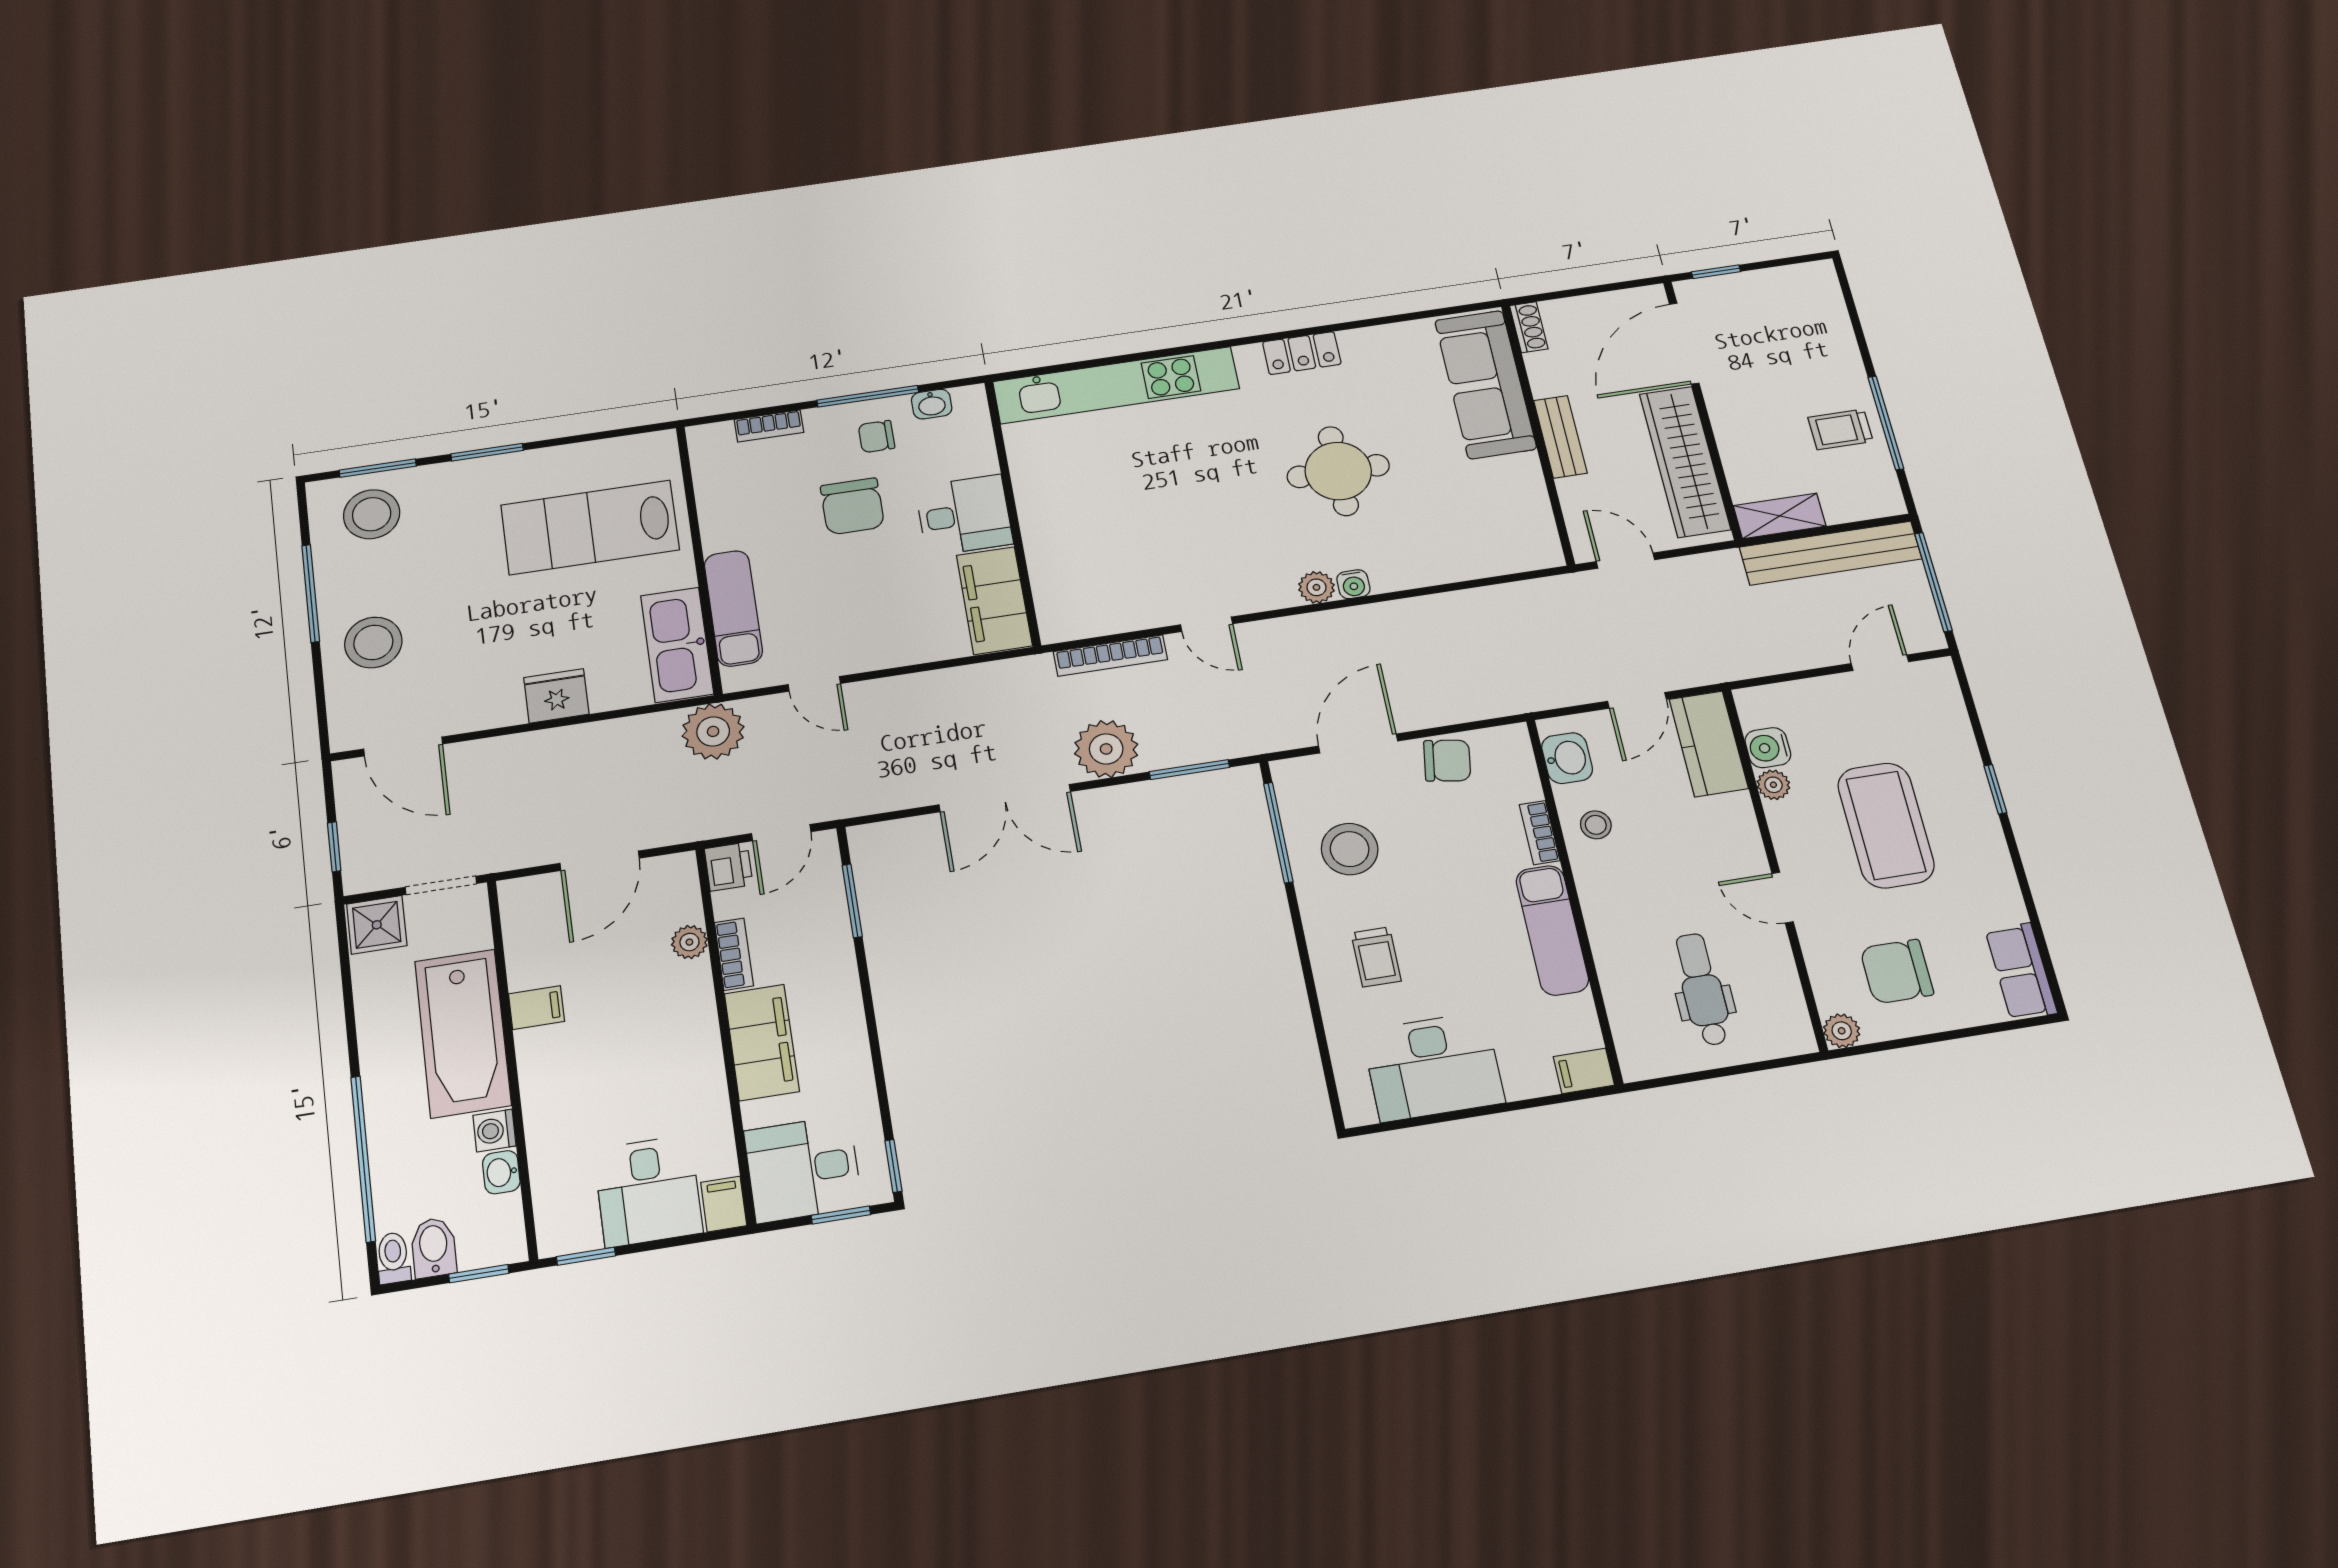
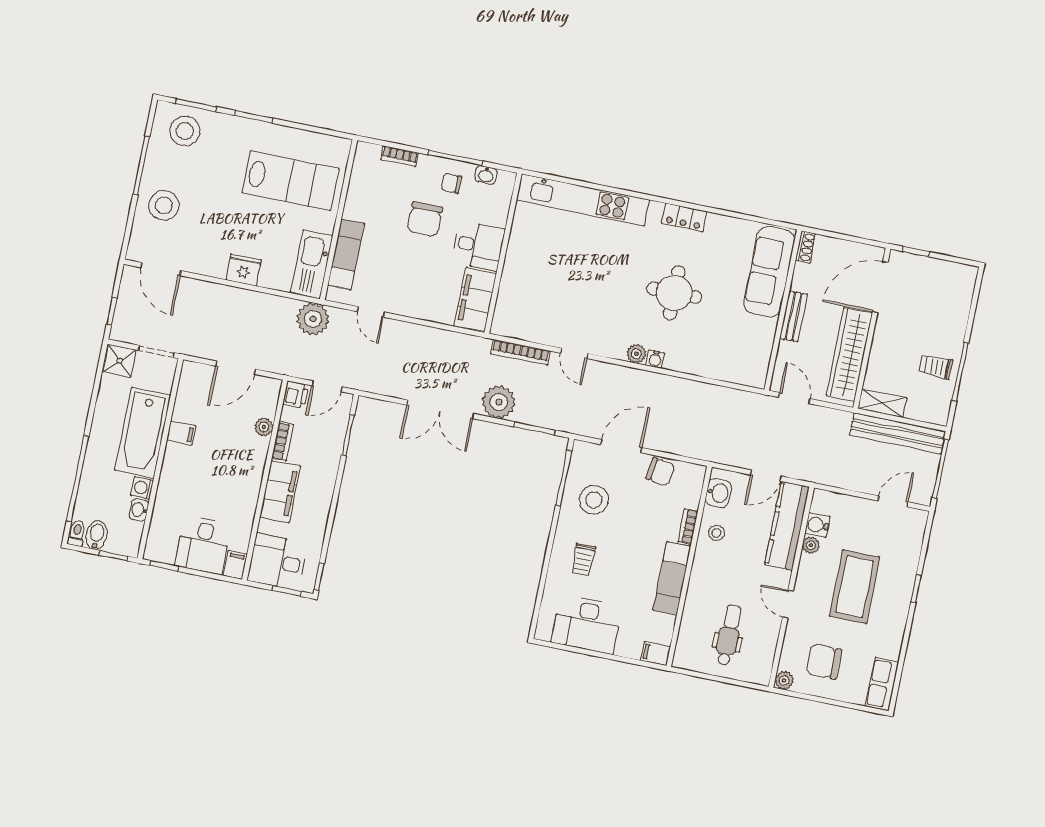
lab bench: (590, 527) -> (291, 181), turned 180
kitchen counter: (1709, 744) -> (787, 526), width x1.50

